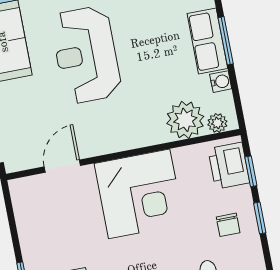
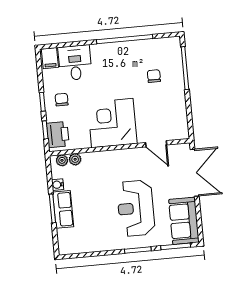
reception desk: (86, 55) -> (136, 208), turned 180
plant: (185, 120) -> (75, 159), width x0.53, depth x0.53
door: (62, 166) -> (156, 144), hinge flipped

